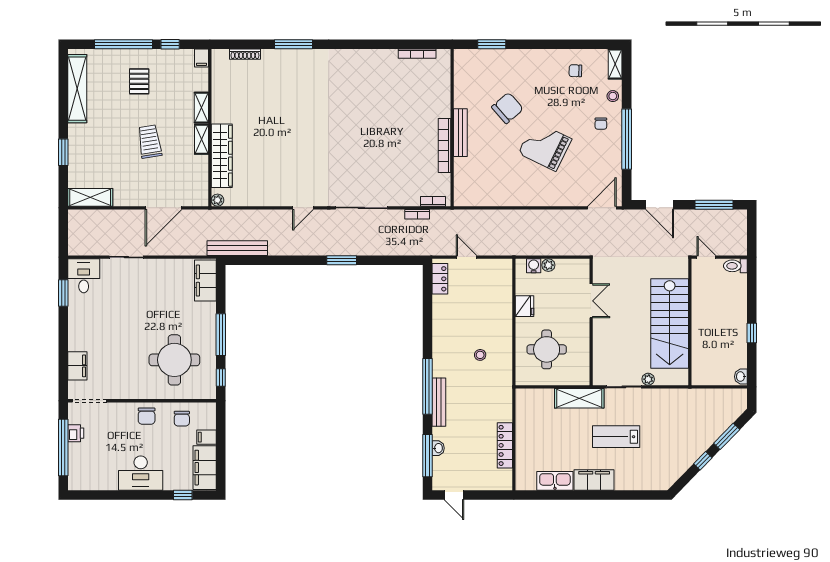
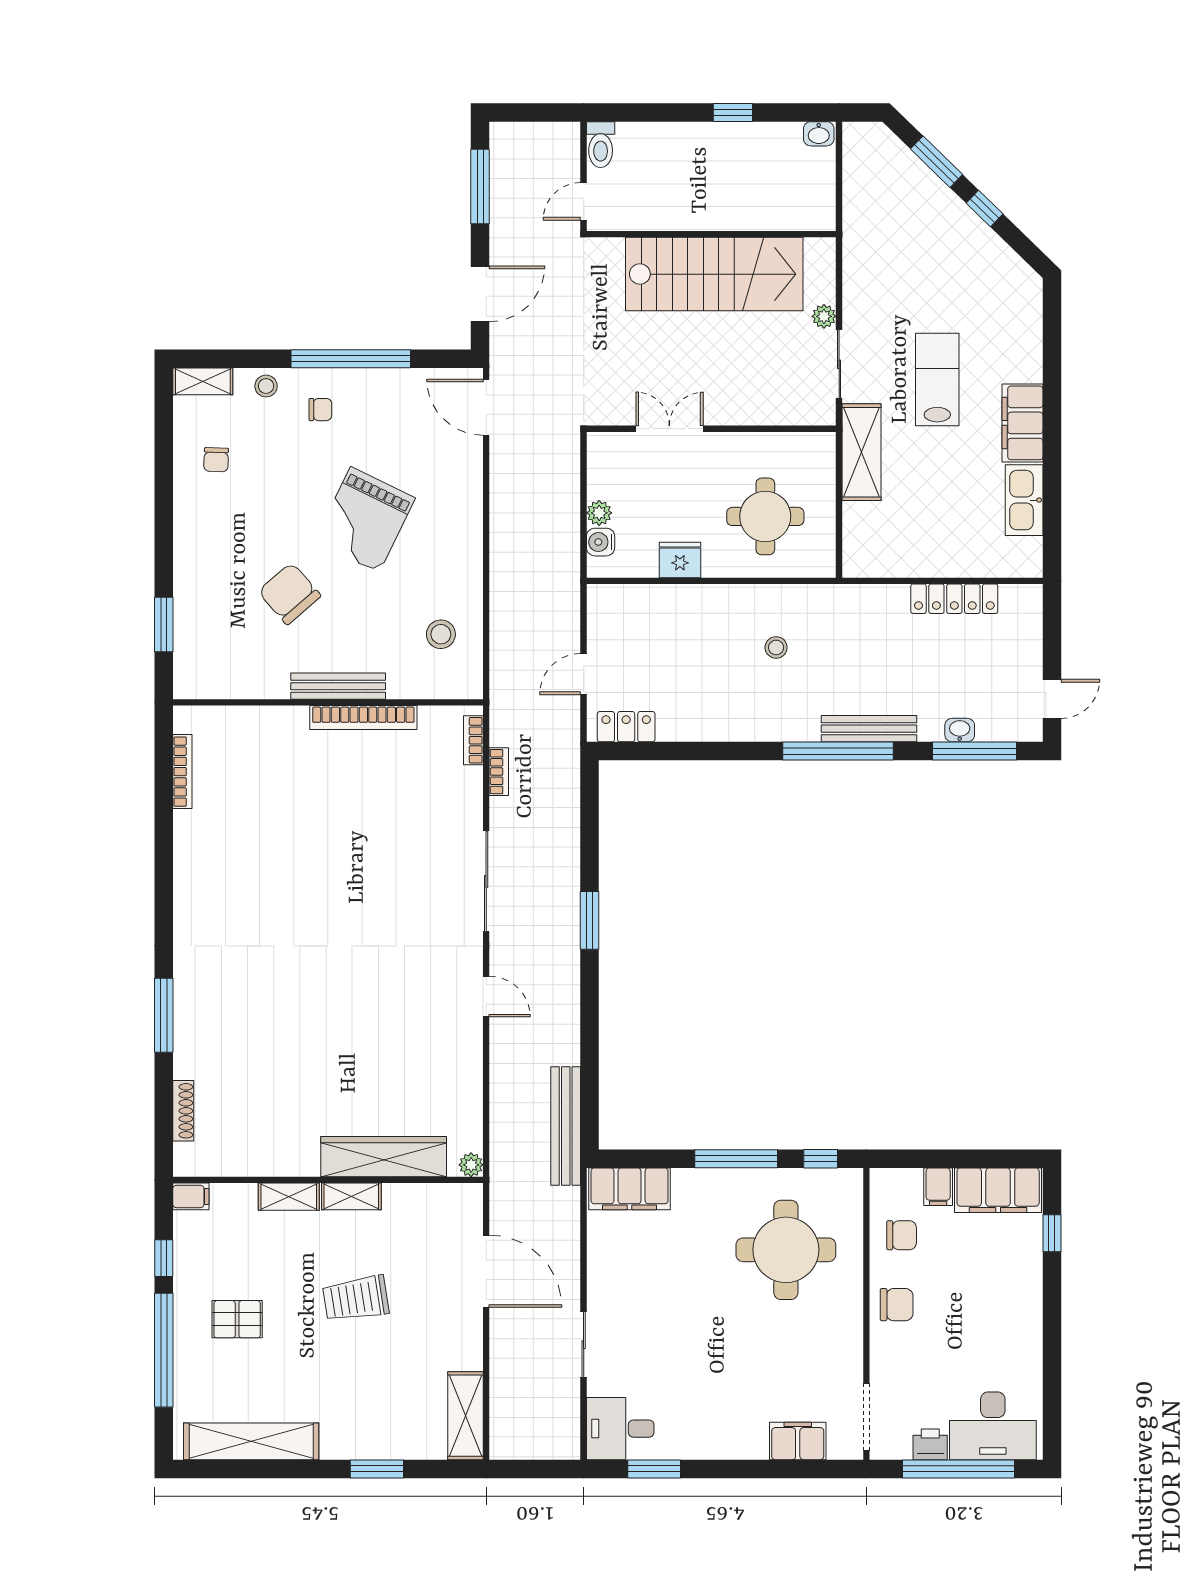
stool: (487, 185) -> (441, 634), added
lab bench: (616, 437) -> (937, 379), turned 180
desk: (141, 473) -> (993, 1426), moved, turned 90

